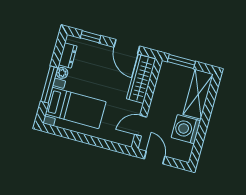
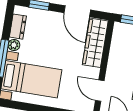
door: (141, 126) -> (100, 91), hinge flipped

